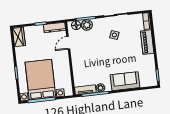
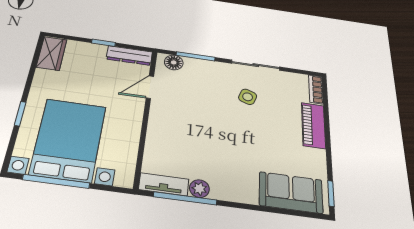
plant: (87, 25) -> (195, 67), removed
sofa: (125, 81) -> (291, 193), moved

